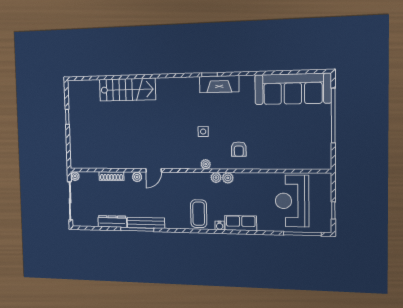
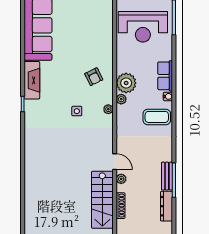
fireplace: (219, 84) -> (32, 80), moved
stairs: (127, 90) -> (102, 200), moved, turned 180
armchair: (239, 149) -> (94, 77), turned 64
plant: (228, 178) -> (126, 83), width x1.88, depth x1.88
bench: (146, 223) -> (167, 176), width x0.73

